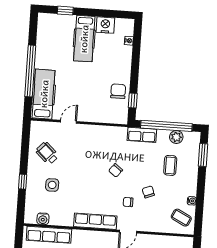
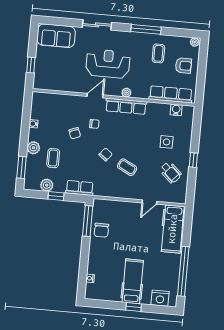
window: (65, 11) -> (134, 307), moved
nightstand: (105, 25) -> (160, 298), moved
window: (30, 71) -> (183, 271), moved
window: (133, 100) -> (88, 221), width x2.17
window: (166, 126) -> (56, 196), width x0.32
plant: (191, 176) -> (33, 148), added
window: (23, 182) -> (193, 160), moved
coffee table: (181, 218) -> (127, 167), moved
plant: (95, 236) -> (126, 93), added

